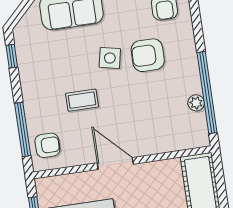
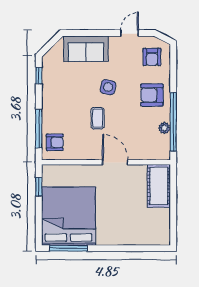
armchair: (148, 55) -> (152, 95), moved
coffee table: (82, 100) -> (98, 118), moved, turned 90
door: (115, 163) -> (115, 162), moved

